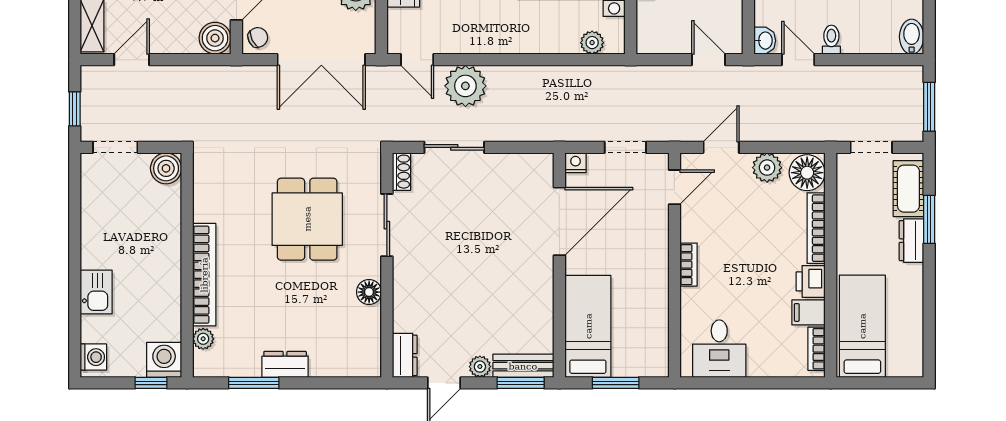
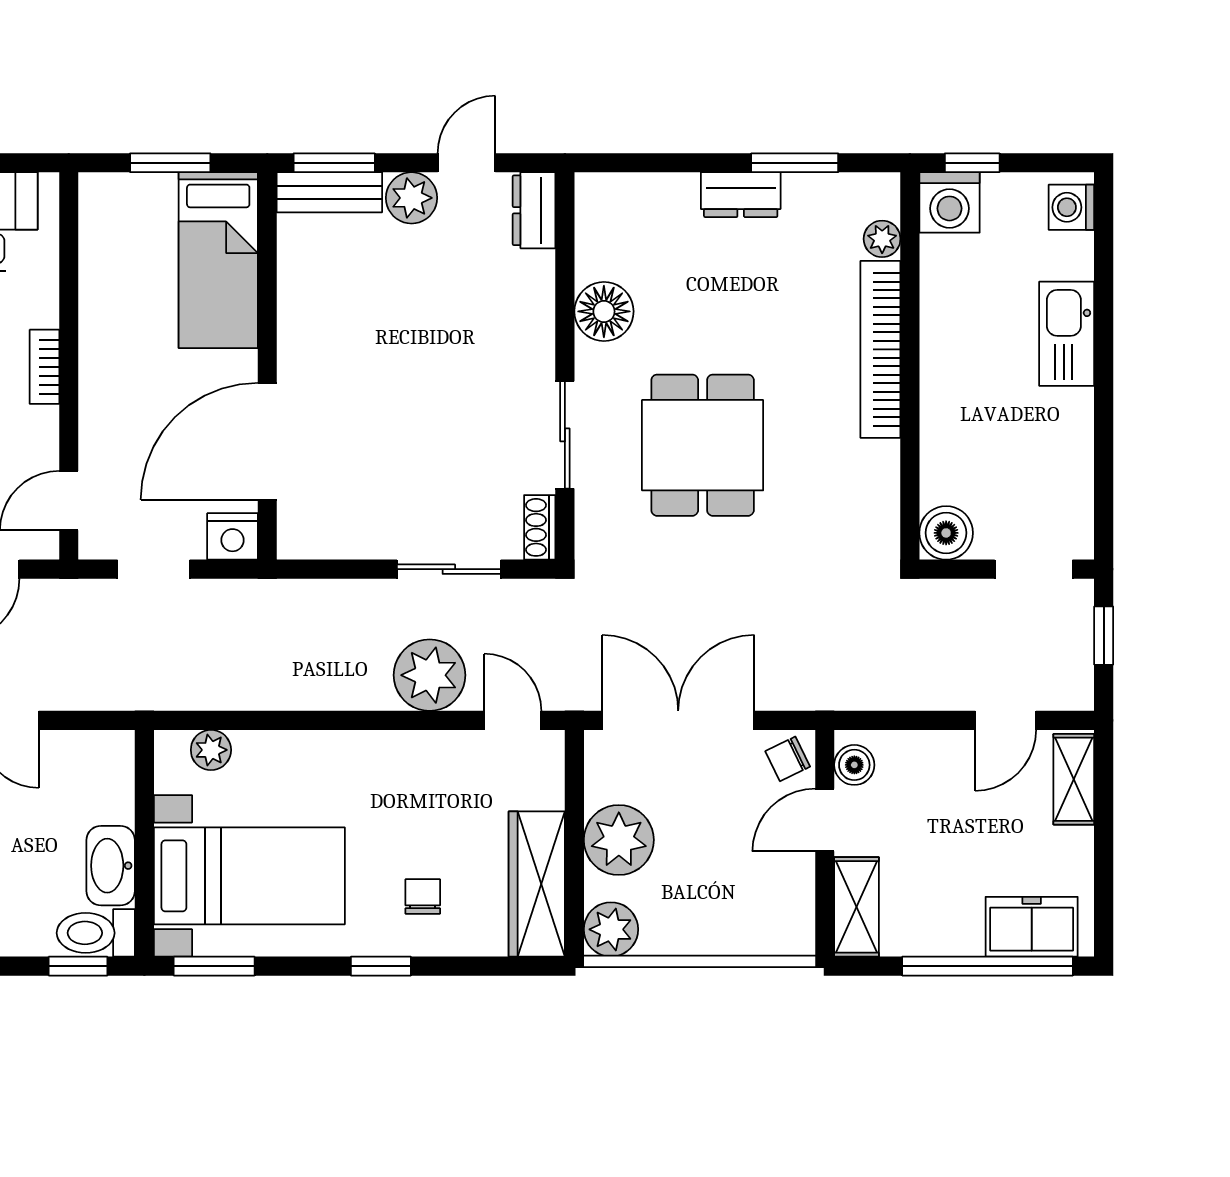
boiler: (215, 38) -> (854, 765), width x0.73, depth x0.73
nightstand: (575, 163) -> (232, 536), width x1.39, depth x1.35
kitchen sink: (96, 292) -> (1067, 334), width x1.38
floor lamp: (369, 292) -> (604, 311), width x1.38, depth x1.38
plant: (480, 367) -> (412, 198), width x1.38, depth x1.38

